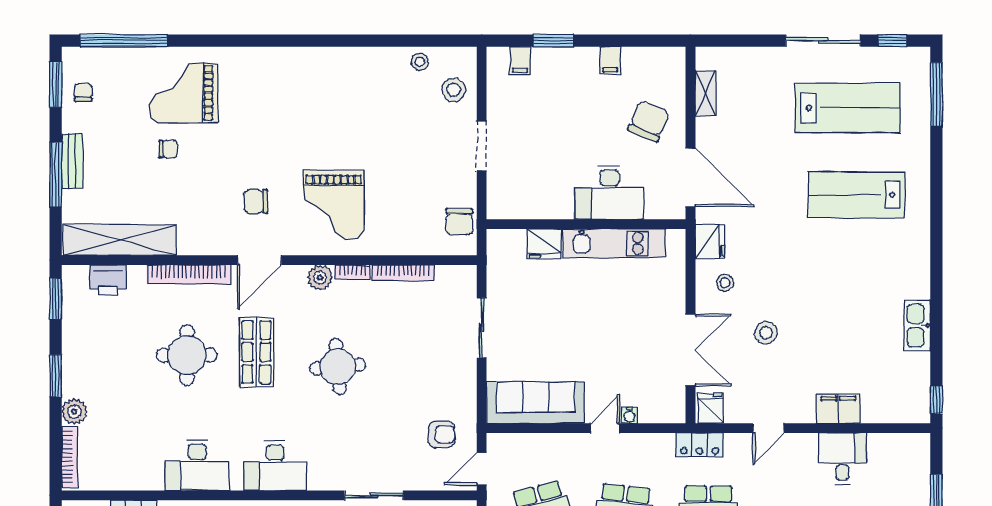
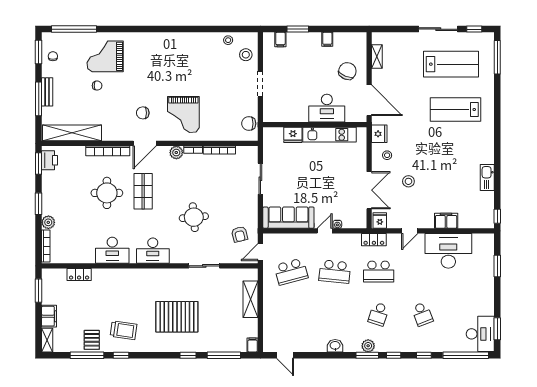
chair: (459, 222) -> (249, 124), turned 90
printer: (108, 280) -> (50, 160), moved, turned -90
round table: (338, 367) -> (194, 217), moved
armchair: (442, 435) -> (240, 234), turned 76
desk: (843, 459) -> (448, 251), width x1.87, depth x1.30

